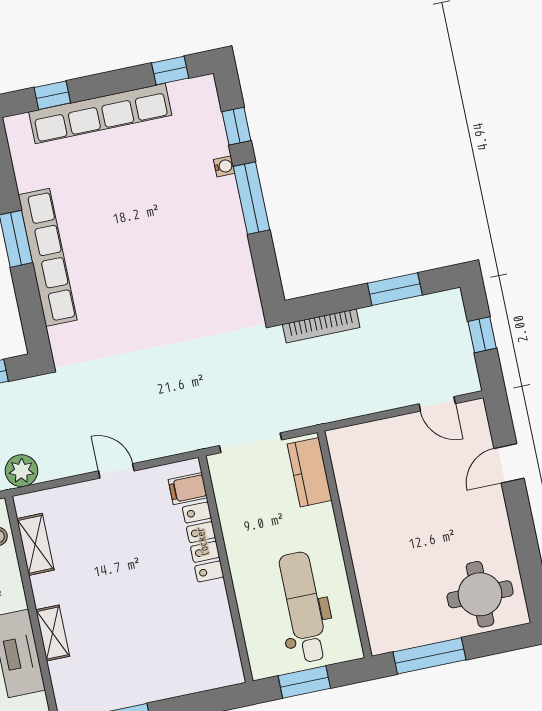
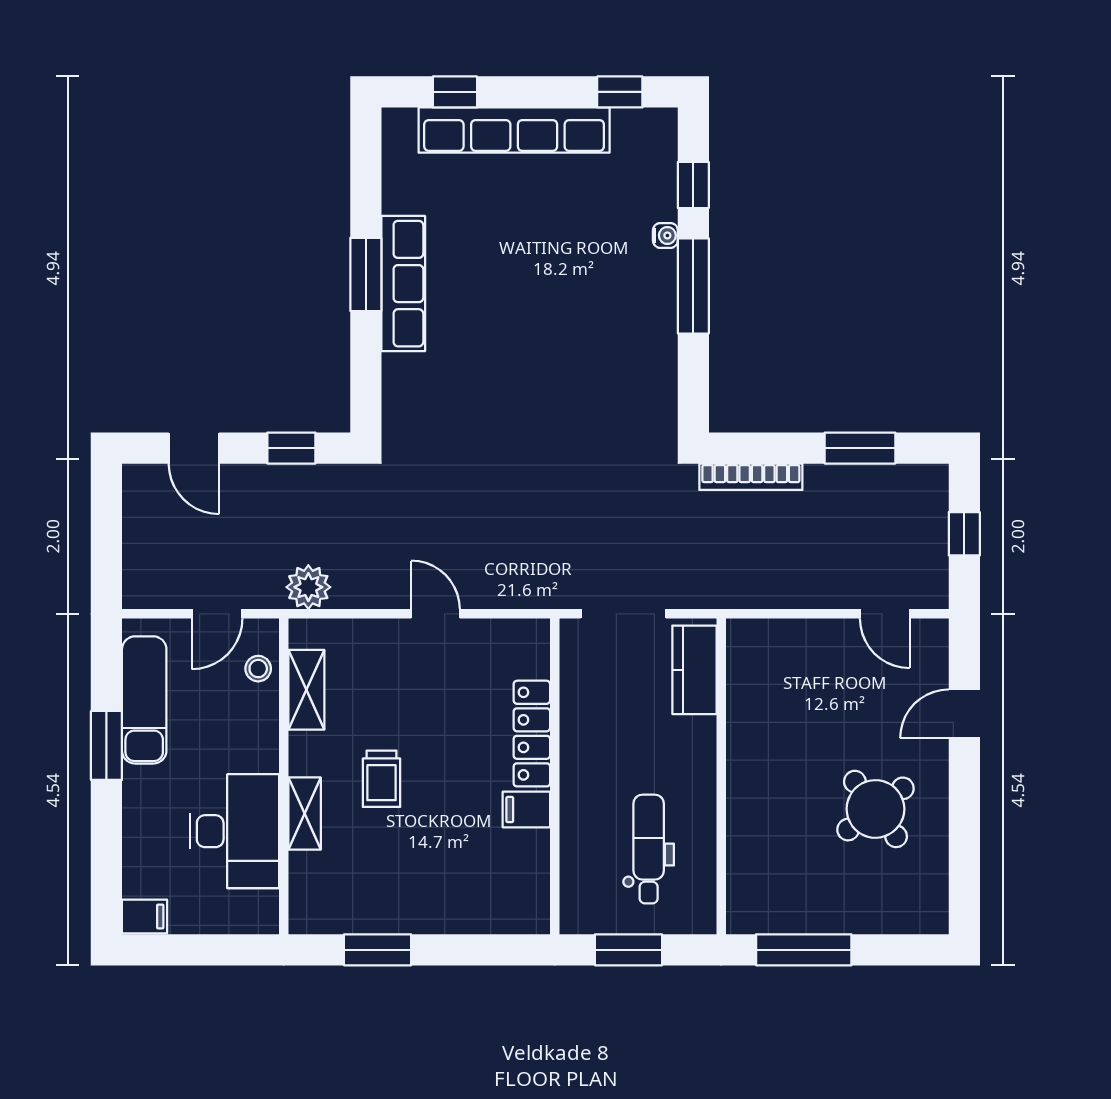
row of seats: (48, 257) -> (403, 284), width x0.73
filing cabinet: (188, 489) -> (526, 810), moved
round table: (480, 594) -> (875, 809), moved, turned -37
trolley: (102, 597) -> (382, 779), added
dental chair: (304, 607) -> (649, 849), width x0.73, depth x0.72

